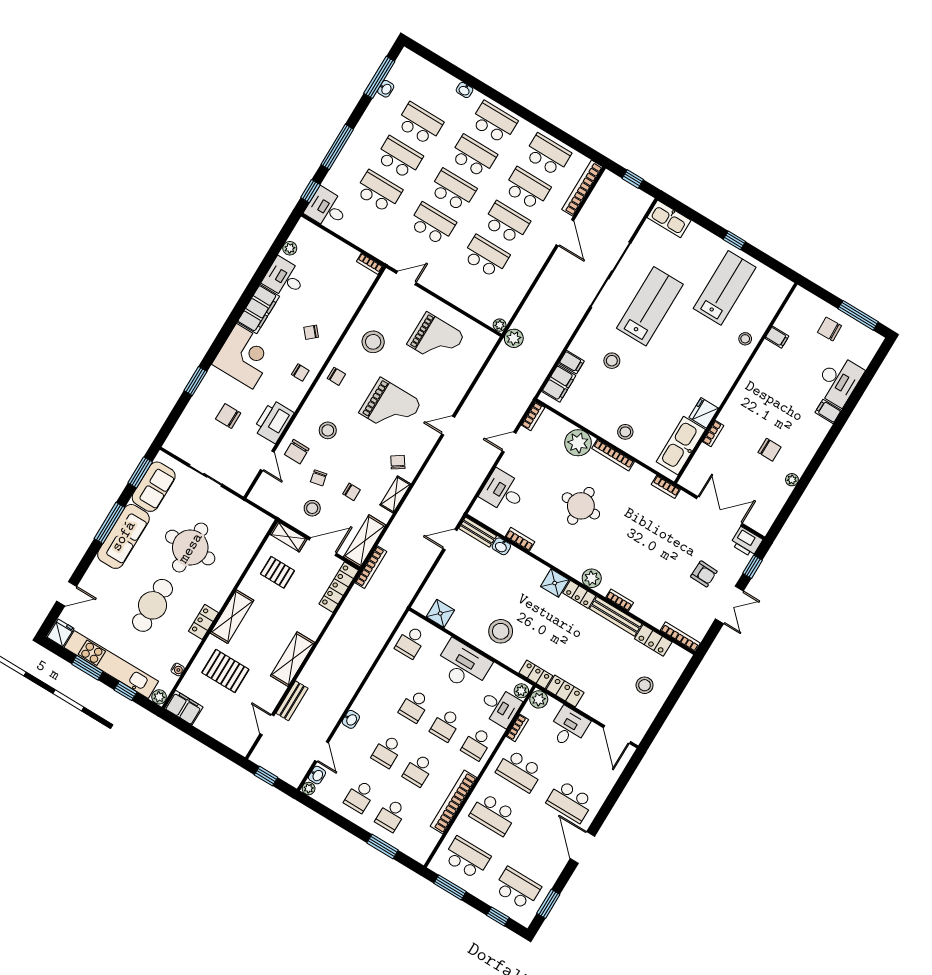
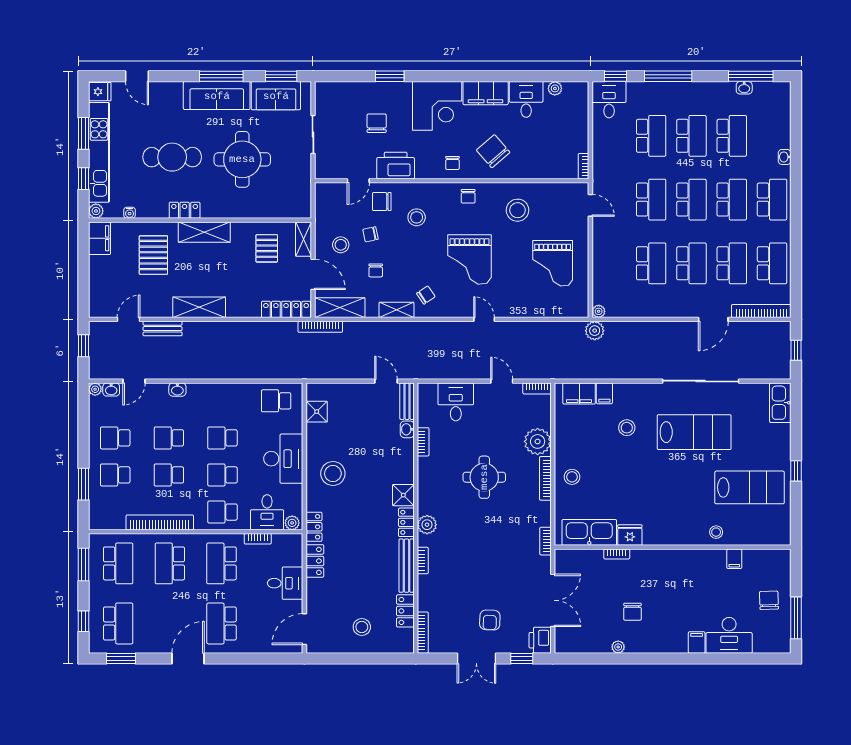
chair: (311, 332) -> (493, 151), width x1.87, depth x1.87
plant: (539, 699) -> (294, 542), removed

